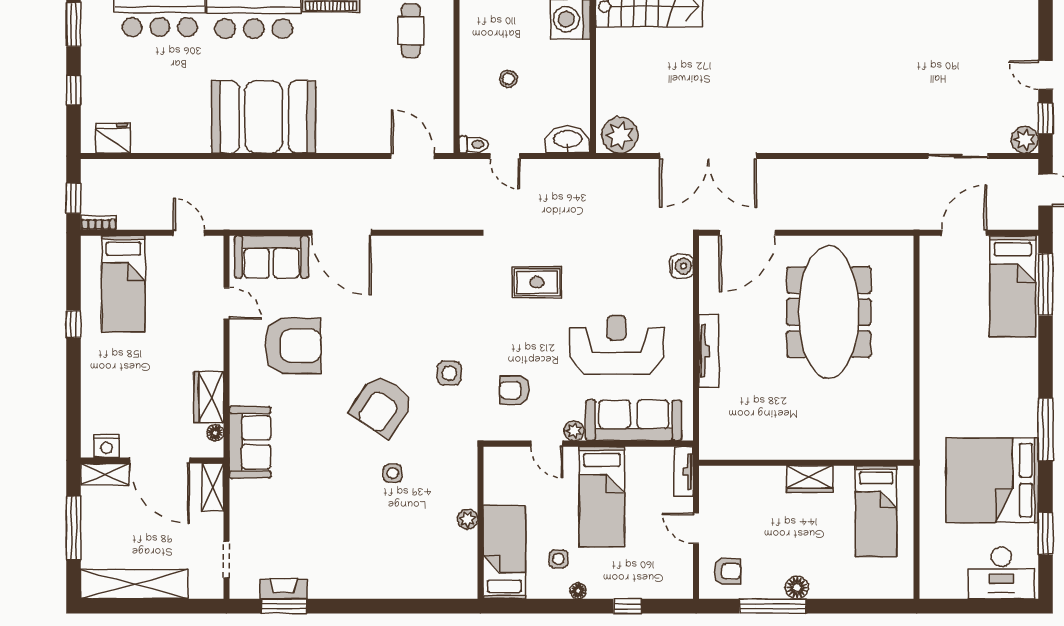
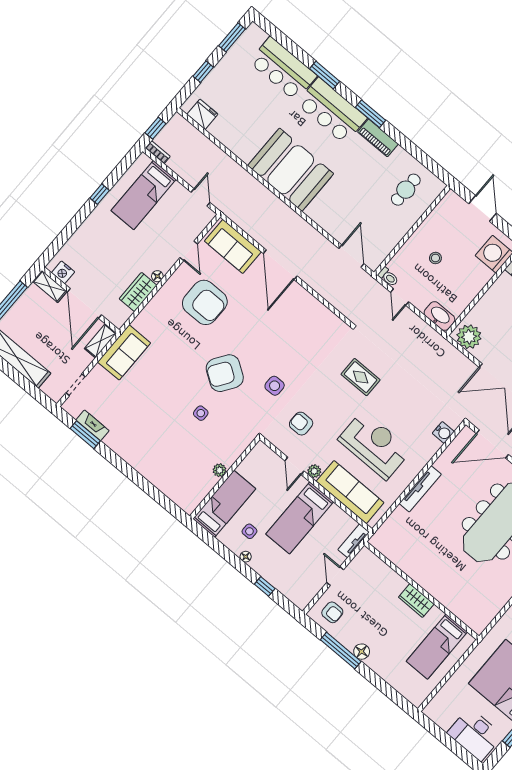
floor lamp: (215, 433) -> (157, 276), moved
sofa: (250, 442) -> (124, 352), moved

